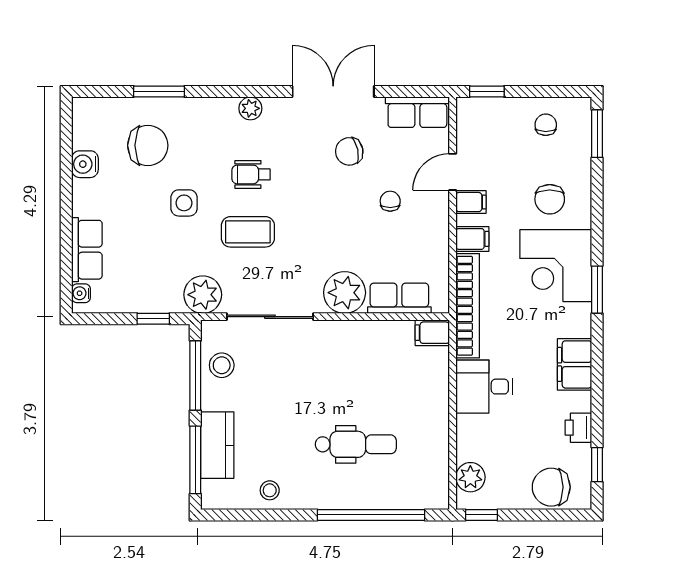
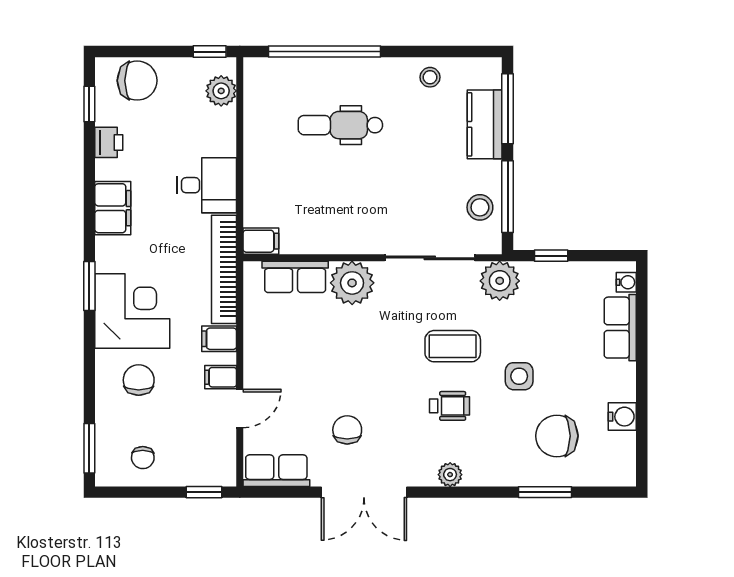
chair: (349, 151) -> (347, 430), turned -78
chair: (390, 201) -> (305, 378), removed

